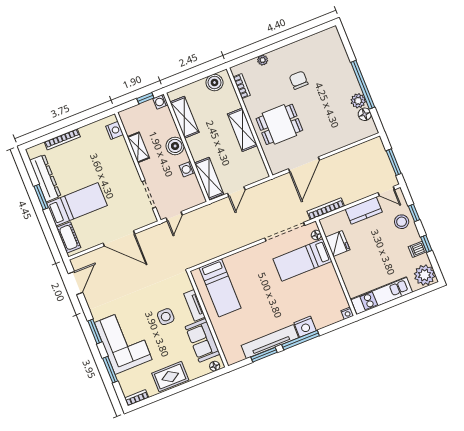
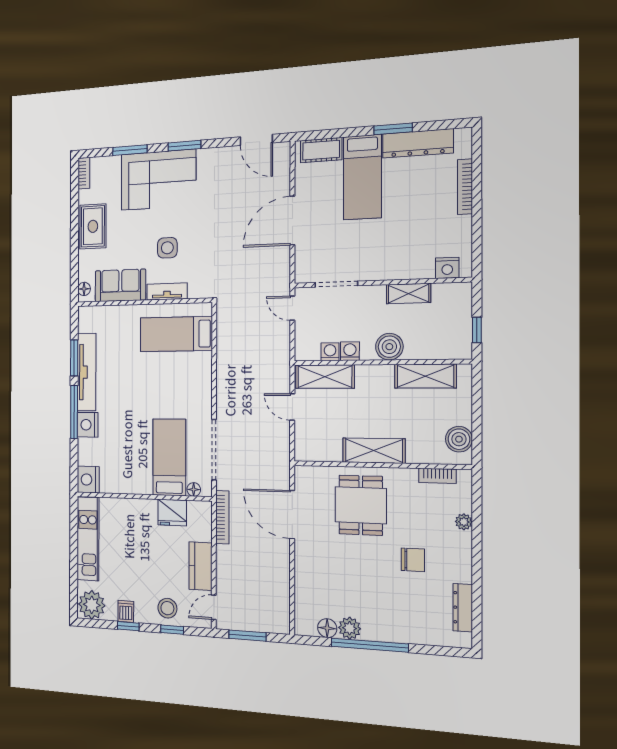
dresser: (314, 40) -> (463, 608), added
washing machine: (160, 102) -> (330, 352), moved
nightstand: (347, 313) -> (88, 480), width x1.89, depth x1.79

